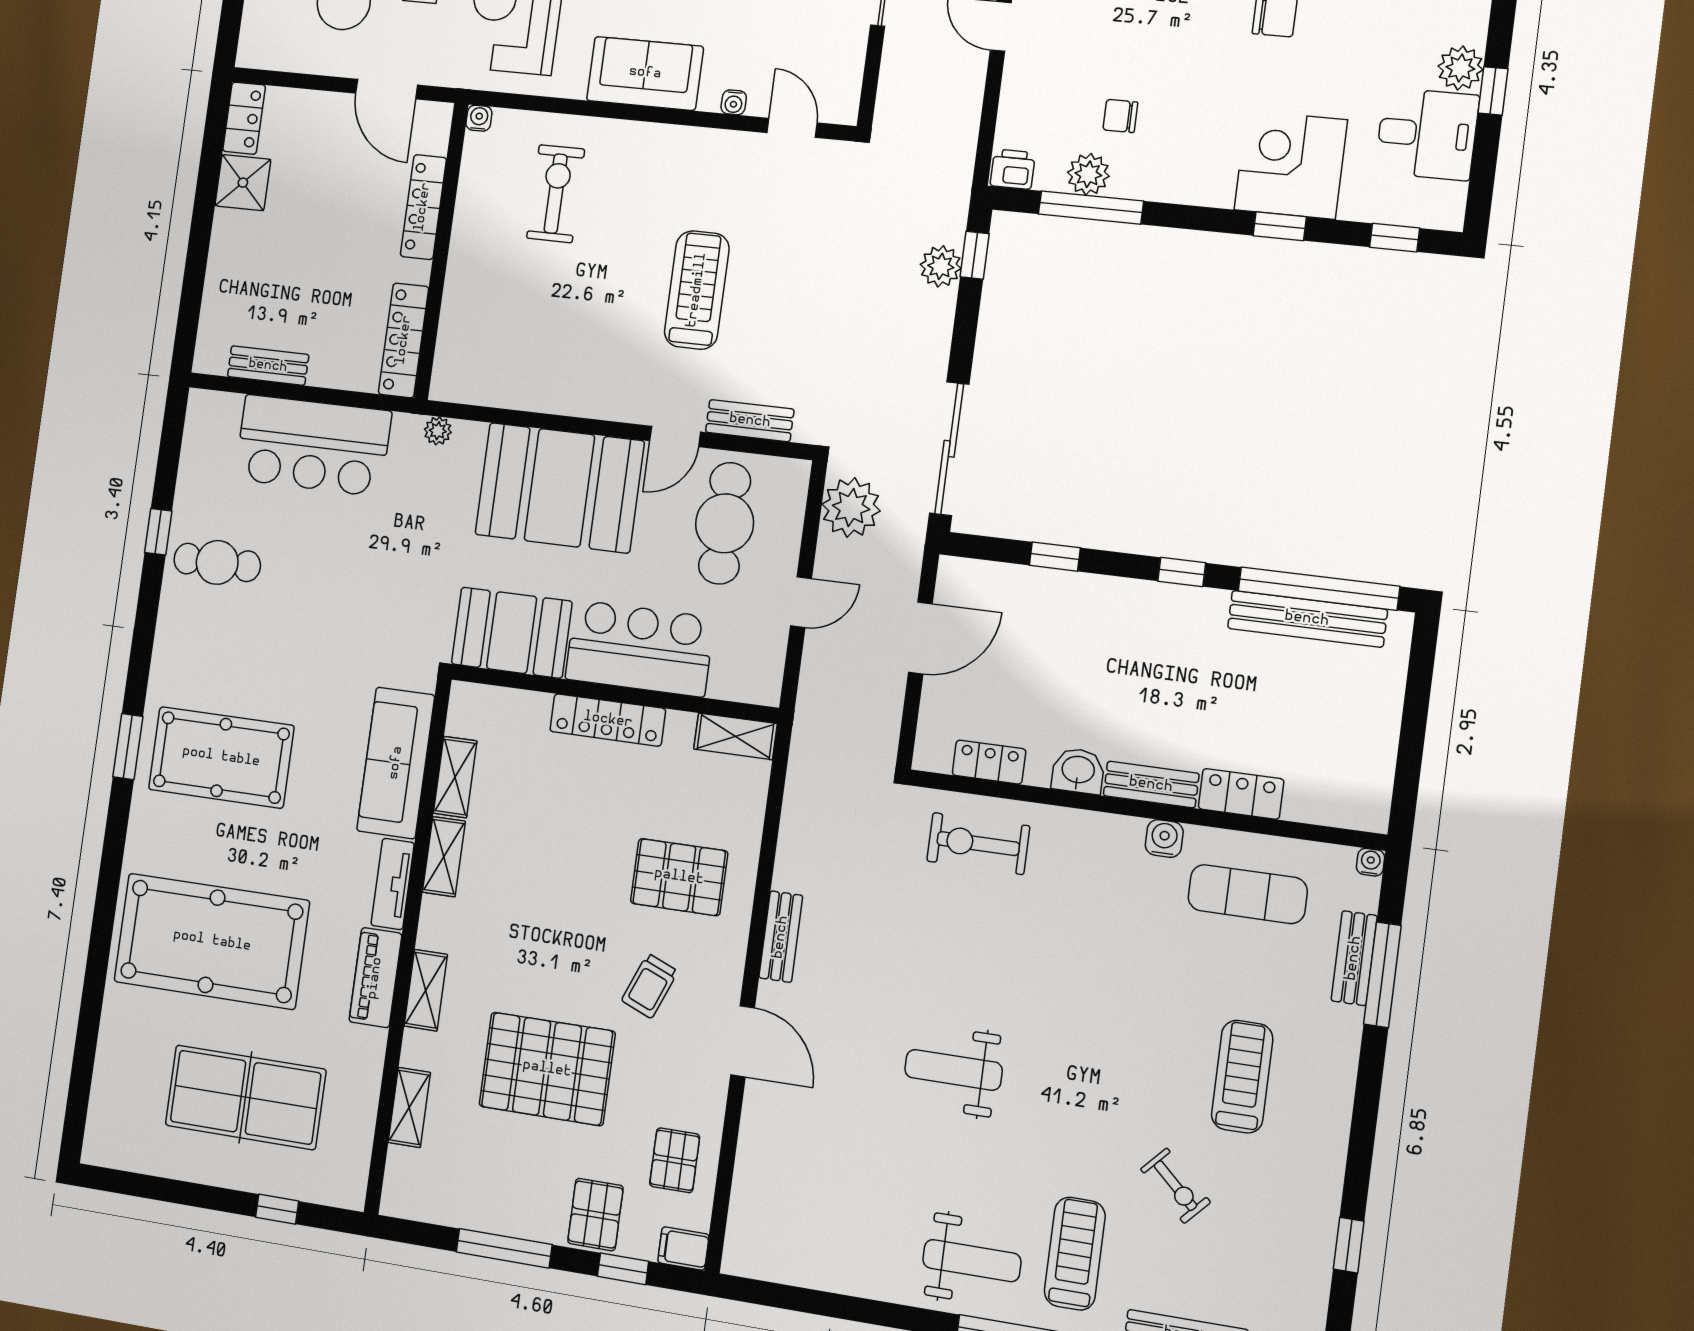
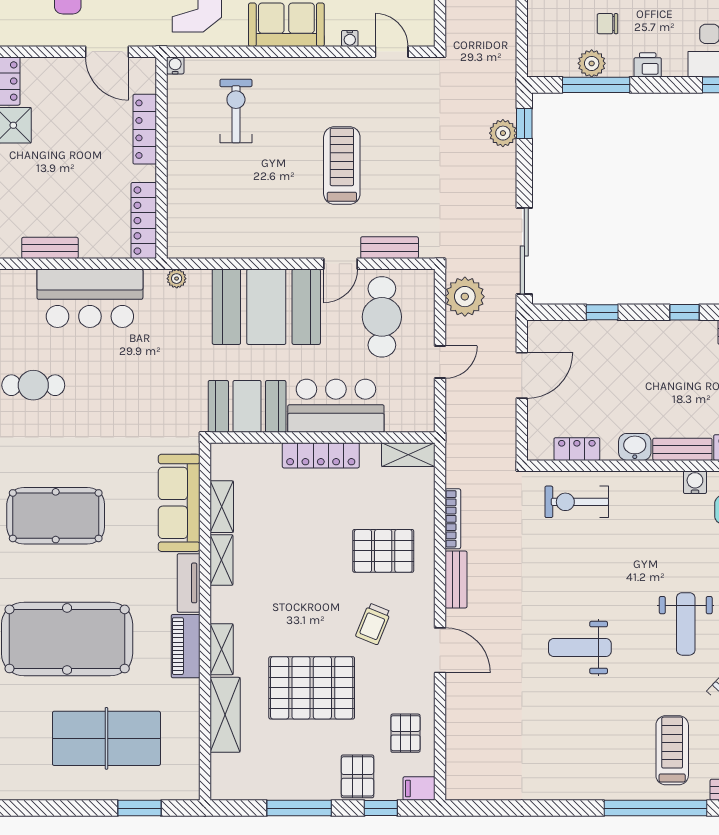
printer: (1013, 169) -> (648, 65), moved
bookcase: (788, 843) -> (453, 519), added
shelving: (409, 1107) -> (225, 715), width x1.50, depth x1.33
window: (277, 1209) -> (139, 808), width x1.50
weight bench: (972, 1261) -> (686, 624), moved, turned 90

